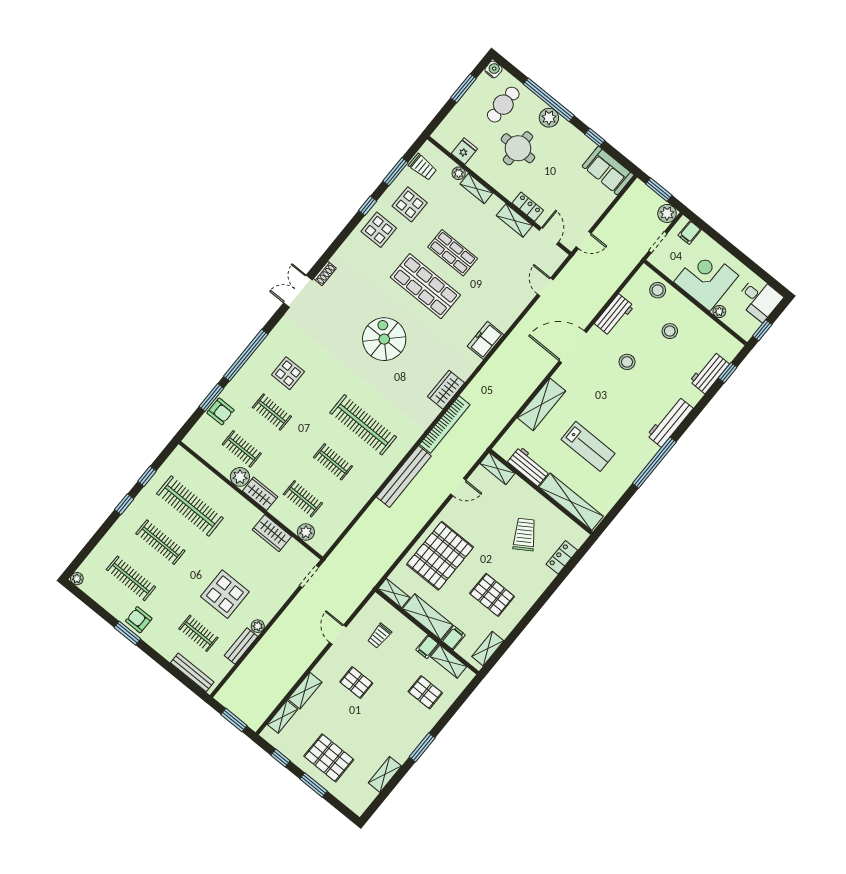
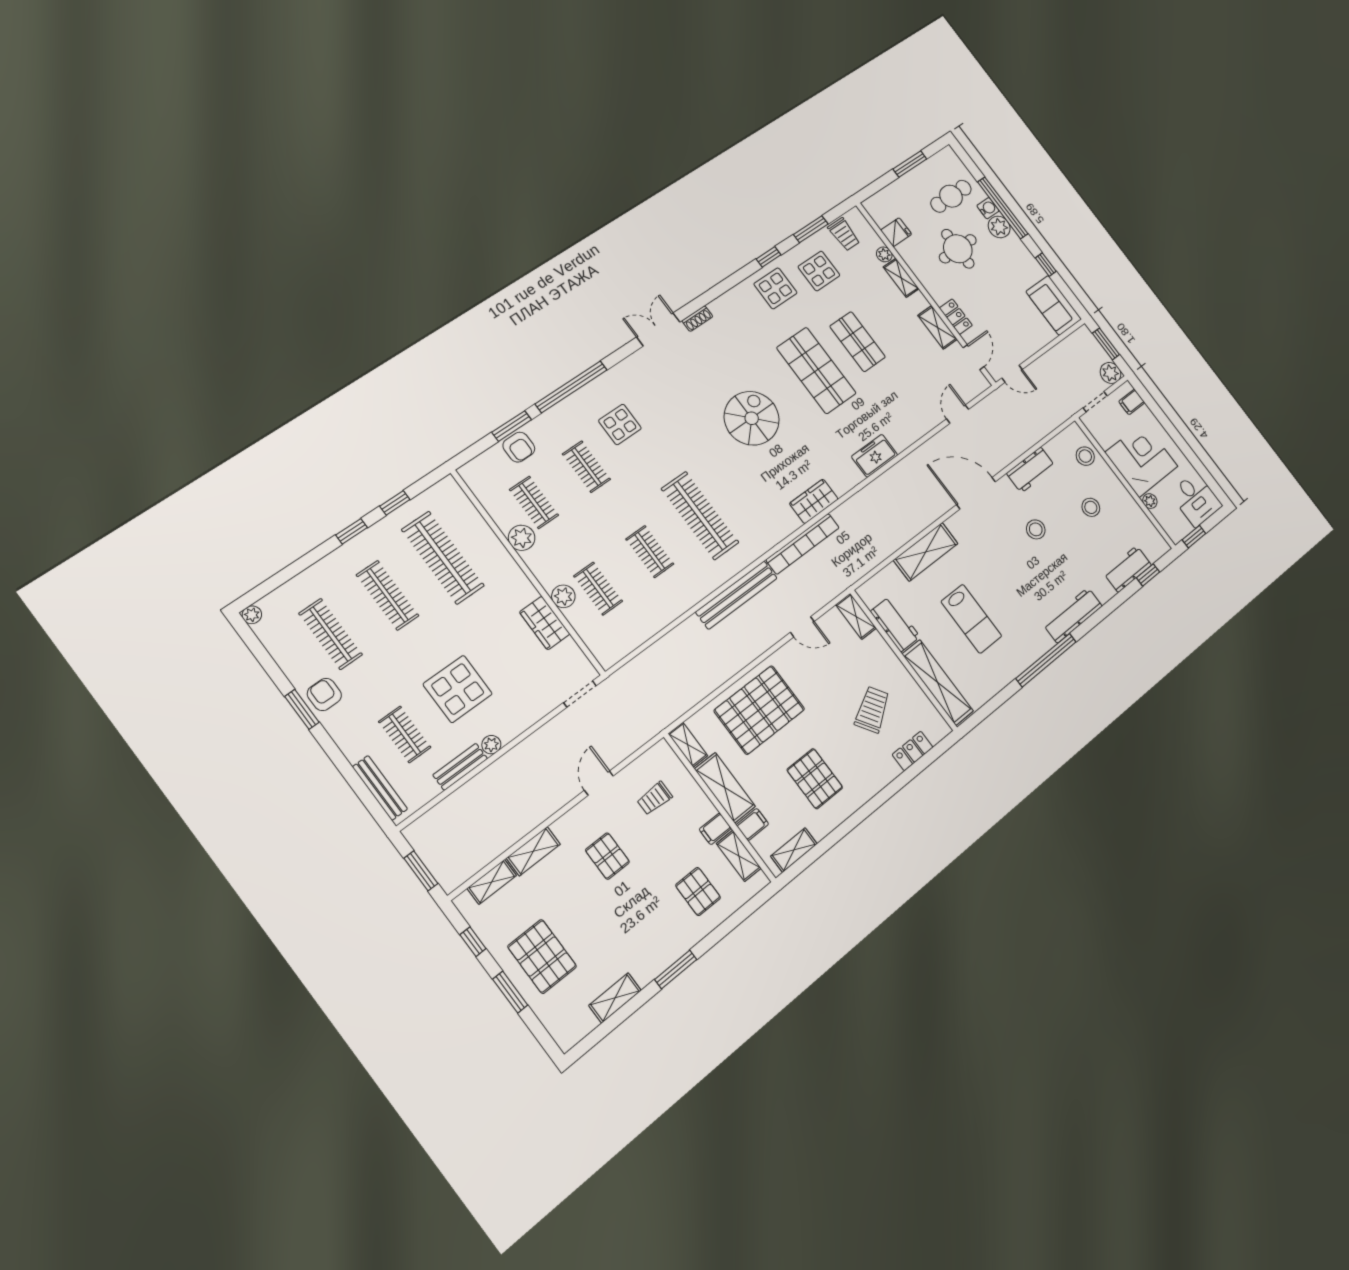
water cooler: (493, 69) -> (988, 208), moved
wardrobe: (260, 494) -> (543, 567), removed
plant: (306, 532) -> (563, 596), moved

